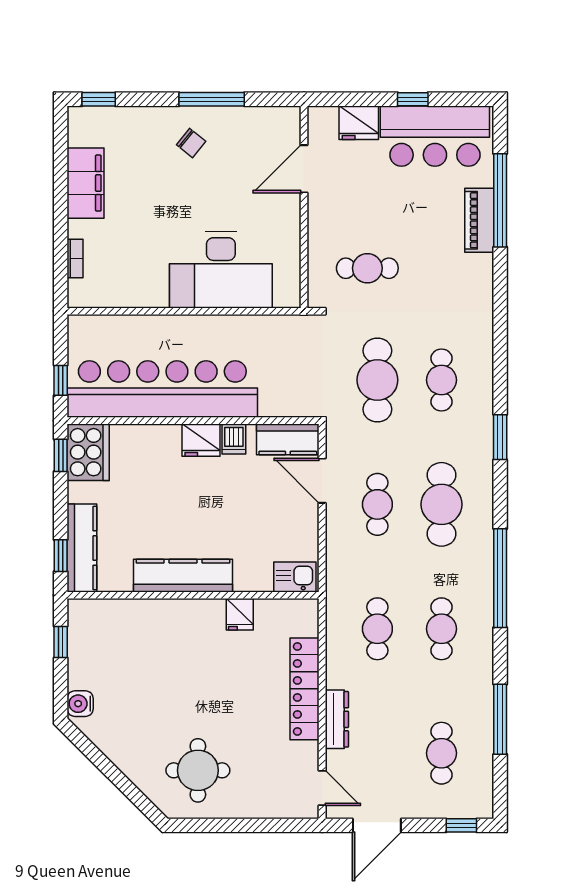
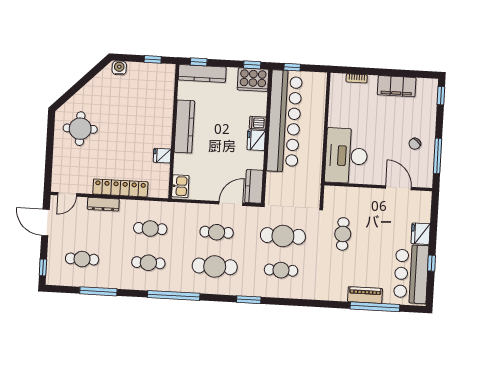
door: (304, 169) -> (399, 188), moved
wall: (304, 207) -> (378, 187), moved
dishwasher: (234, 439) -> (258, 123), moved

